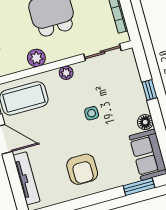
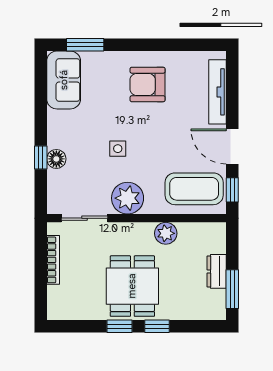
plant: (66, 73) -> (128, 198), width x1.88, depth x1.88
floor lamp: (145, 122) -> (56, 159), moved
armchair: (82, 169) -> (148, 84), turned -90

